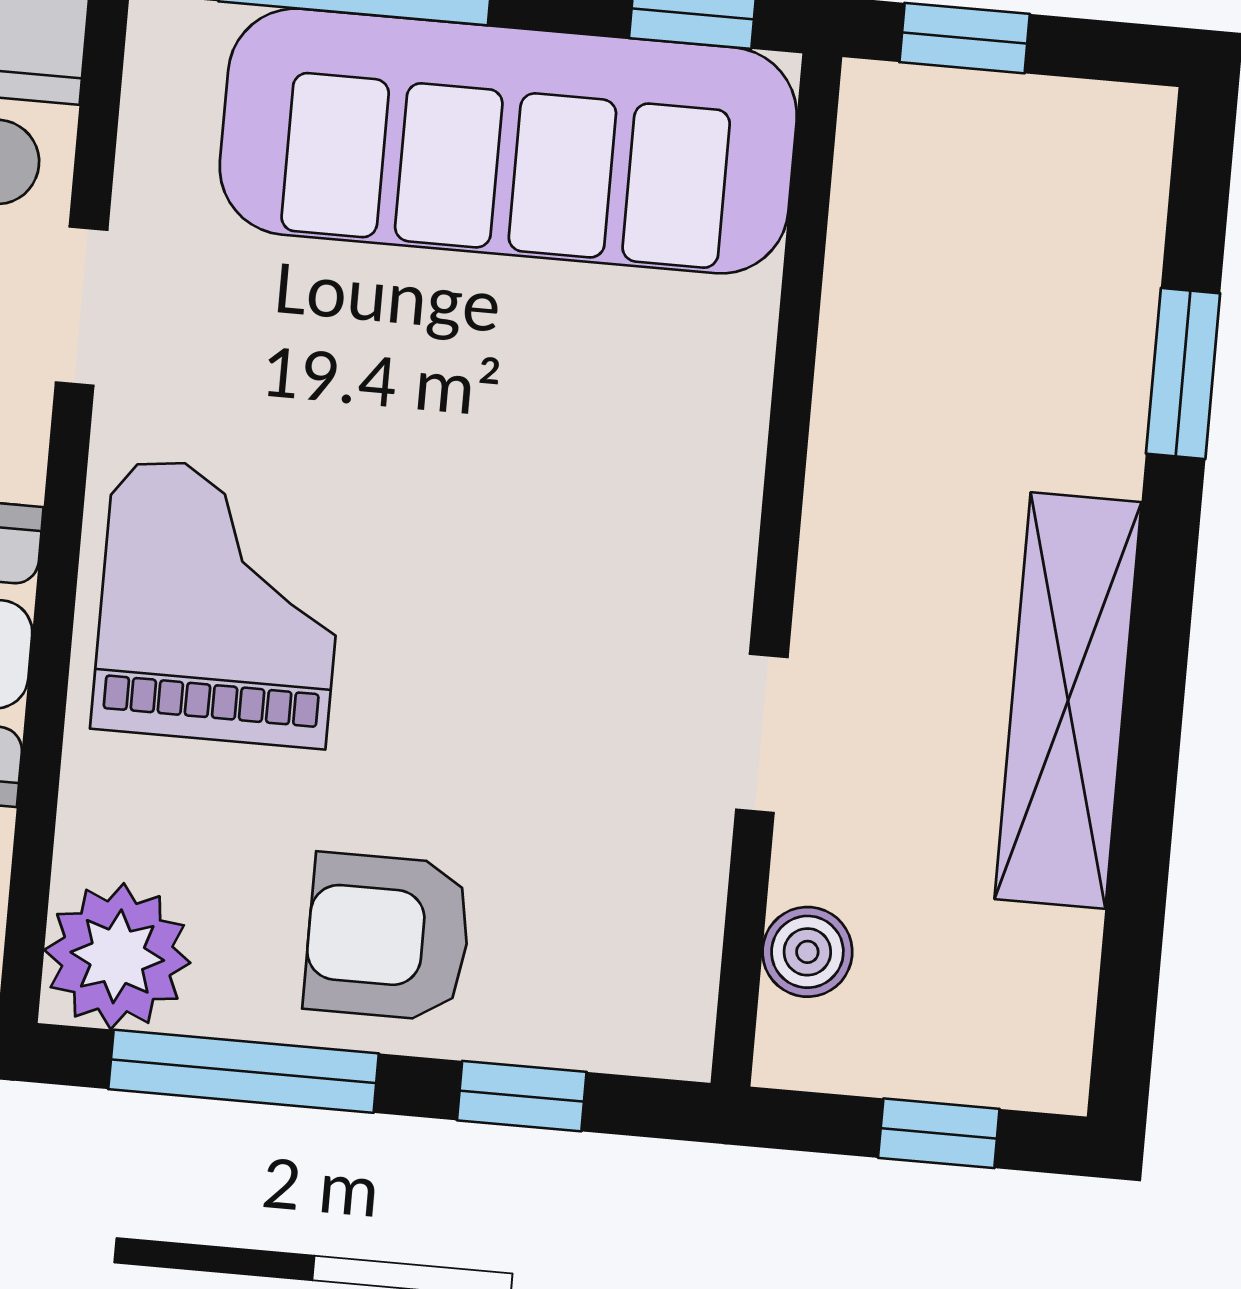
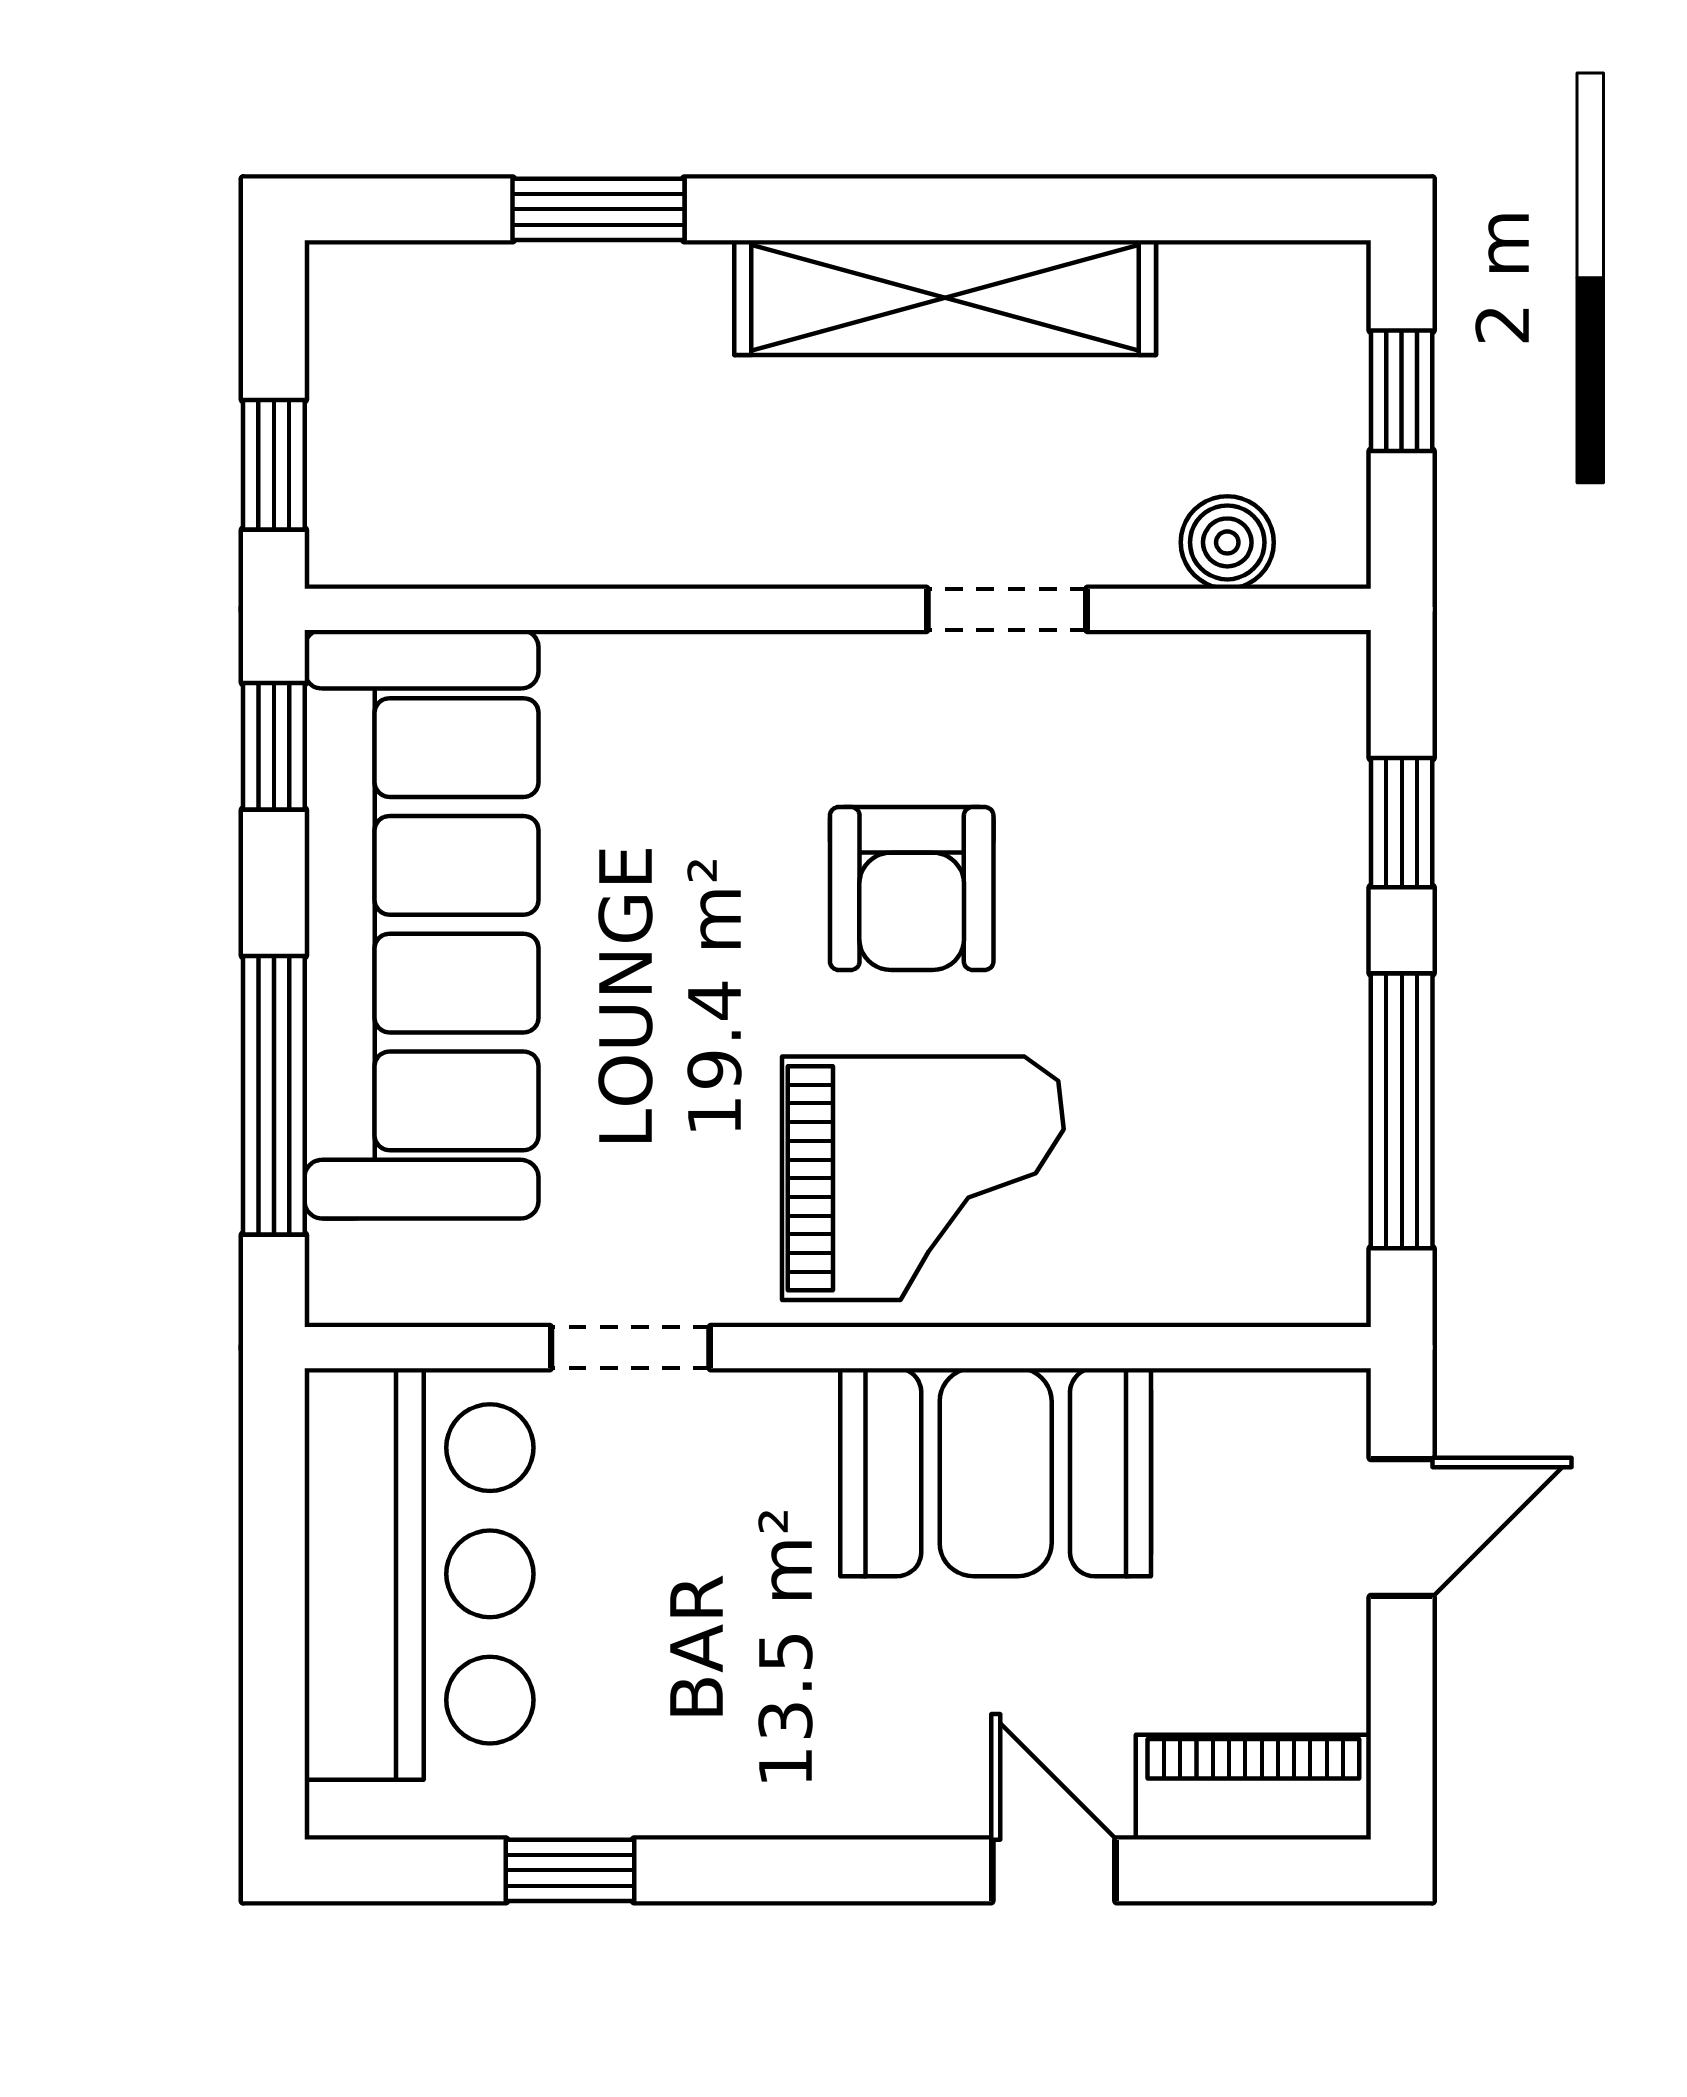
grand piano: (220, 603) -> (923, 1178), turned 180
armchair: (388, 937) -> (912, 888), moved
plant: (117, 956) -> (1295, 1251), removed

